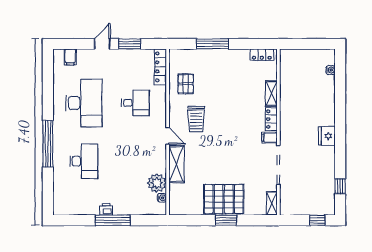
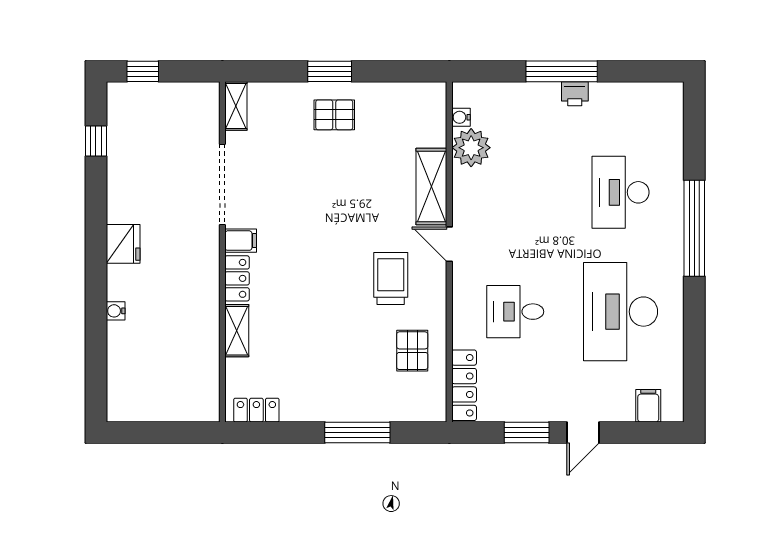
water cooler: (331, 70) -> (116, 311), moved
pallet: (224, 199) -> (334, 115), width x0.49, depth x0.50

